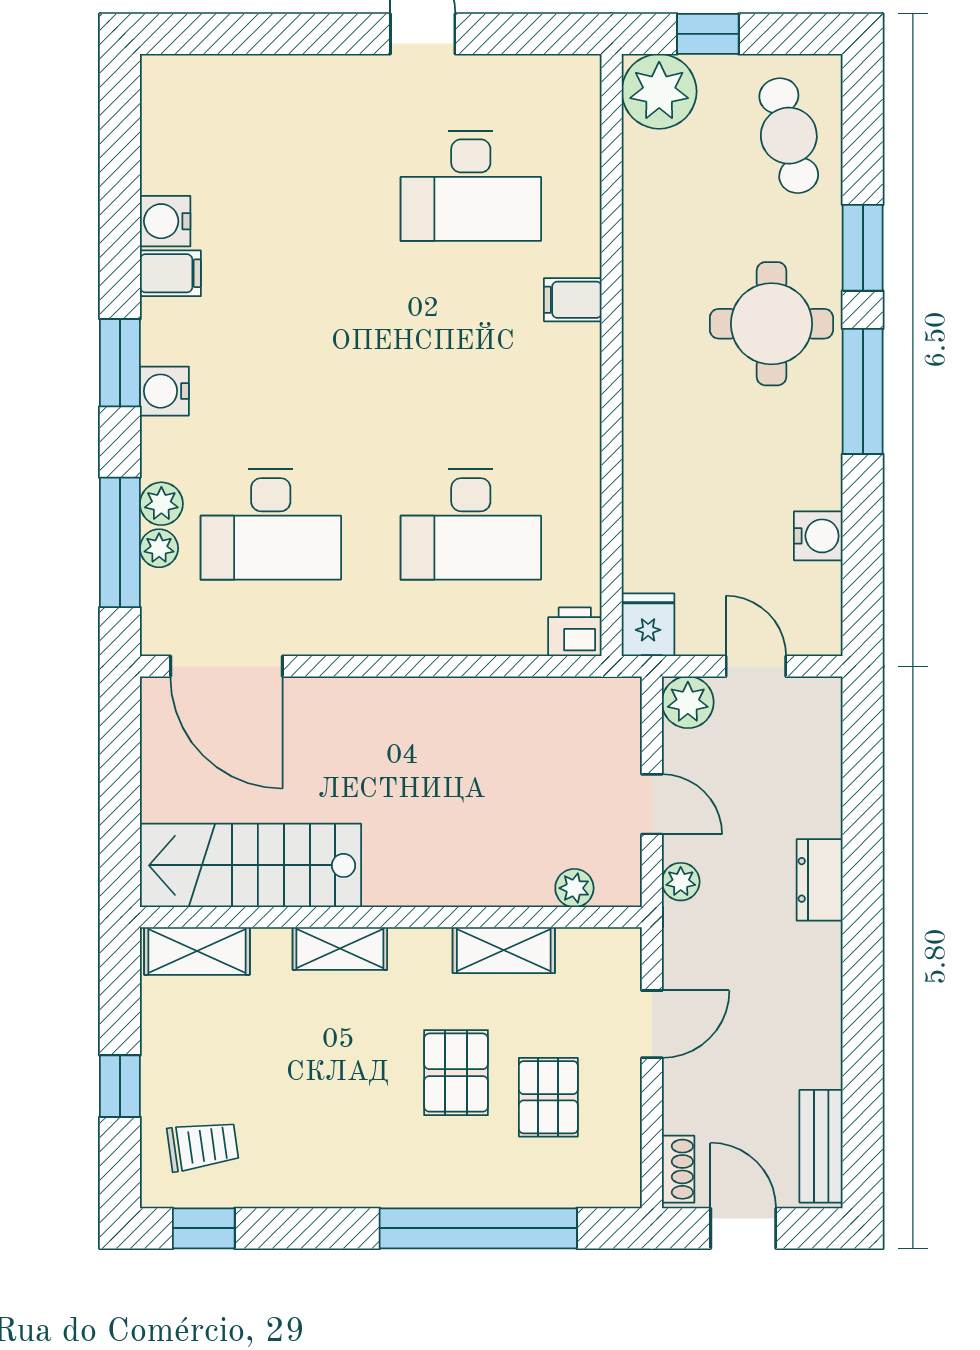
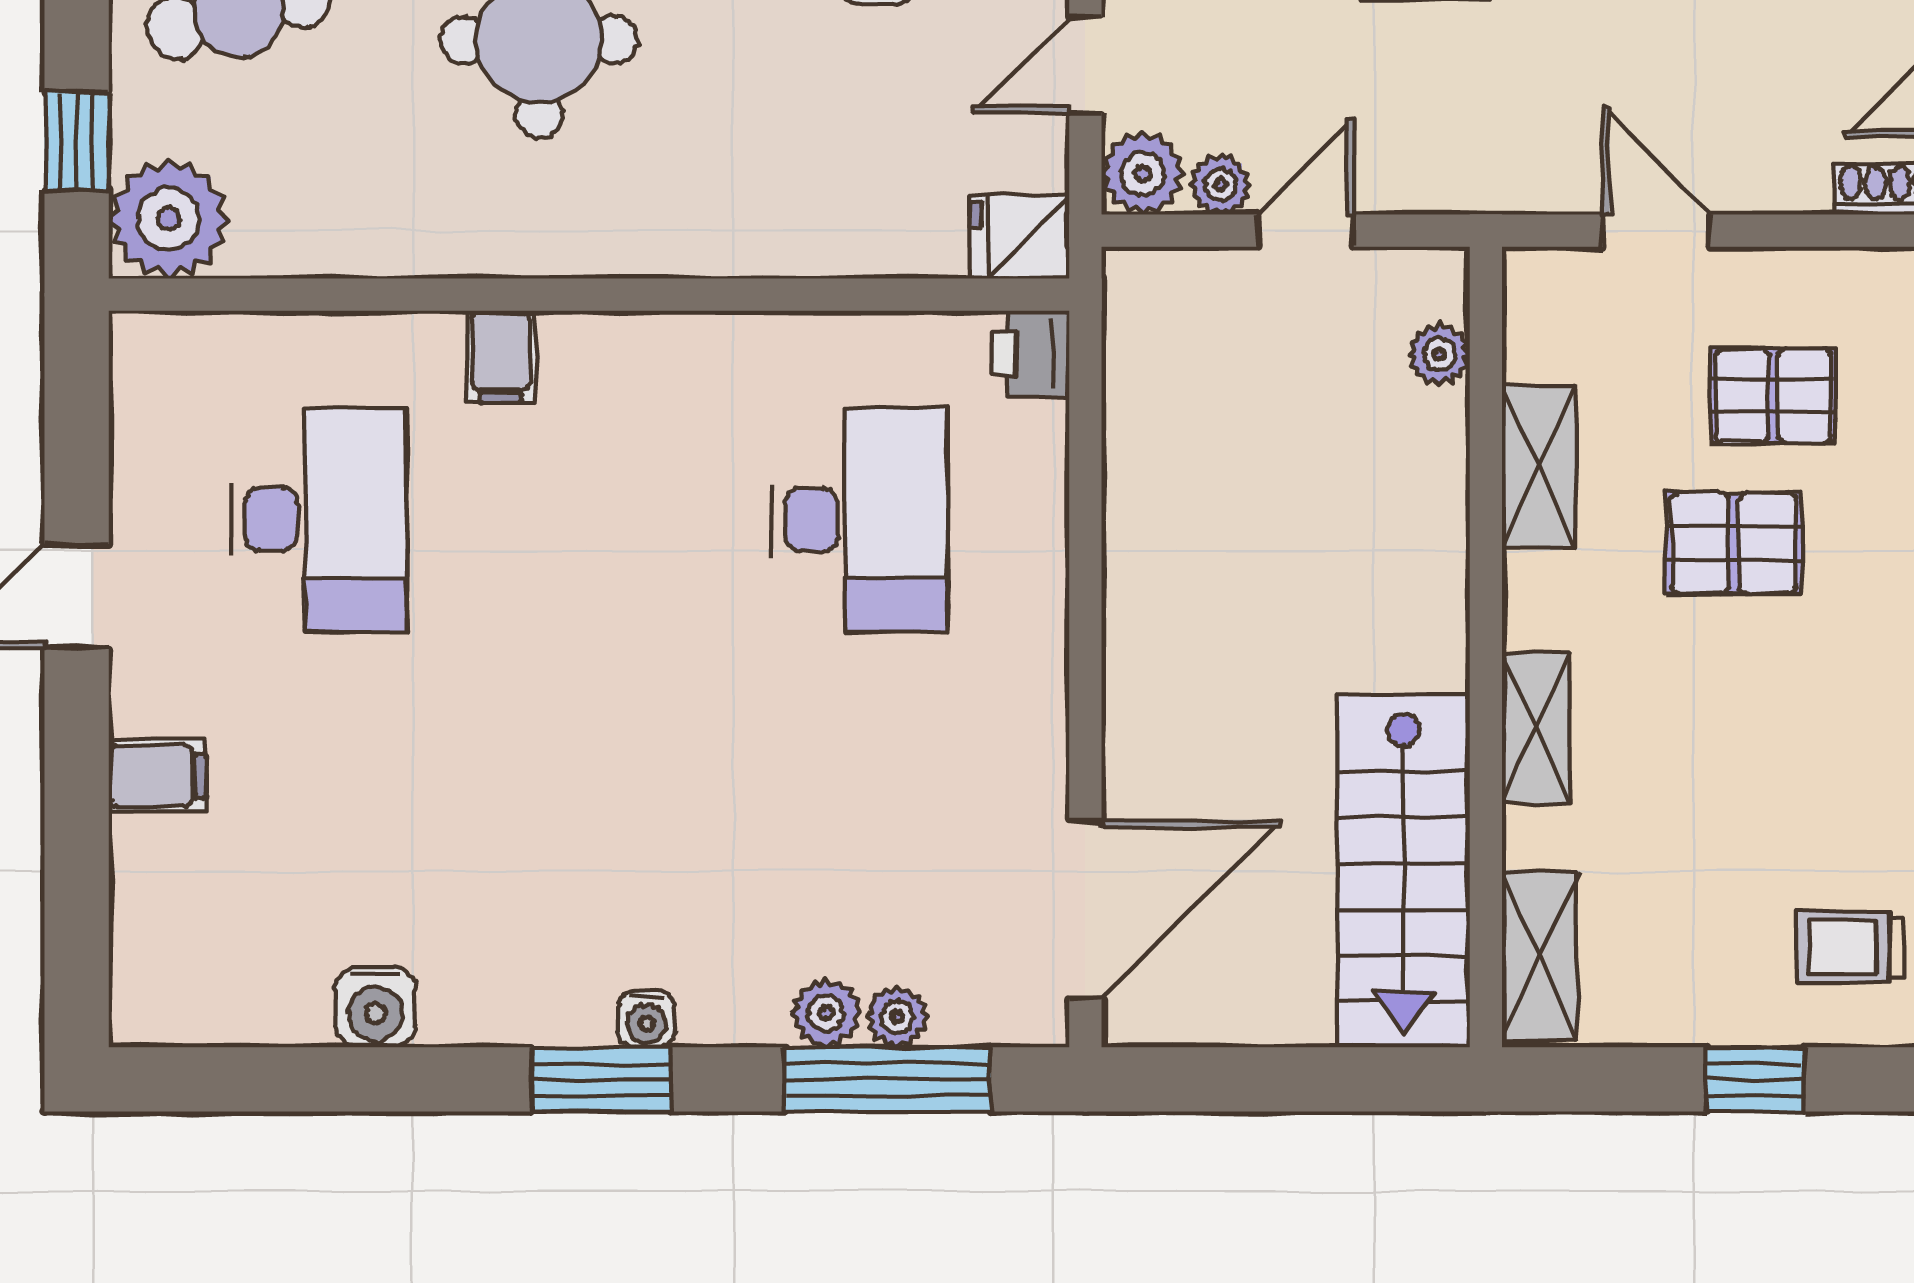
filing cabinet: (170, 273) -> (157, 776), moved, turned 90
water cooler: (164, 391) -> (646, 1019), width x0.72, depth x0.72
desk: (271, 525) -> (859, 839), removed
plant: (681, 882) -> (1221, 185), moved
trolley: (203, 1146) -> (1850, 947), turned -82

